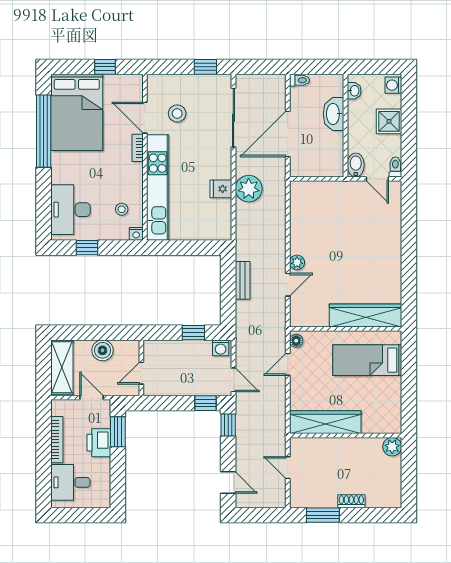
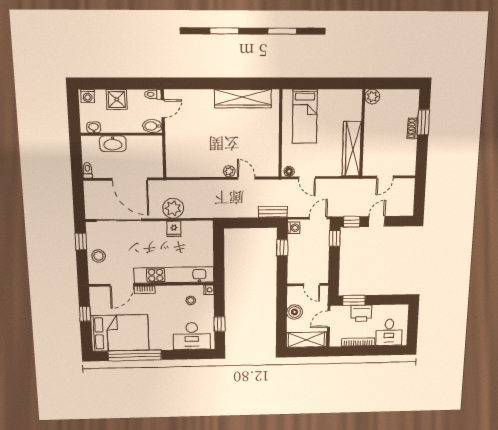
stool: (177, 113) -> (99, 256), moved
bench: (243, 280) -> (273, 212), moved
wardrobe: (366, 315) -> (243, 99), moved, turned -90
door: (228, 483) -> (377, 221), moved
window: (323, 515) -> (423, 122), moved

